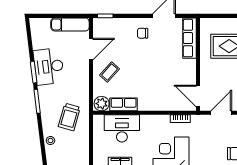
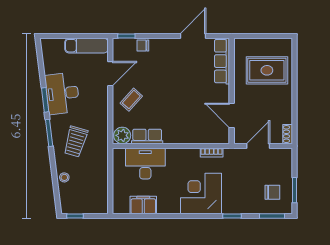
chair: (143, 33) -> (143, 46), moved
door: (198, 96) -> (232, 115), moved
trolley: (69, 117) -> (76, 142), moved

